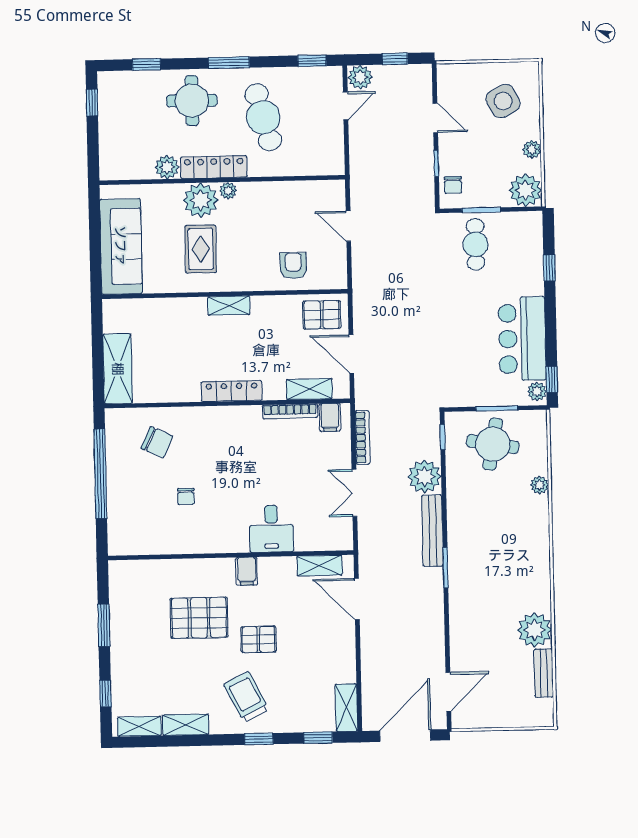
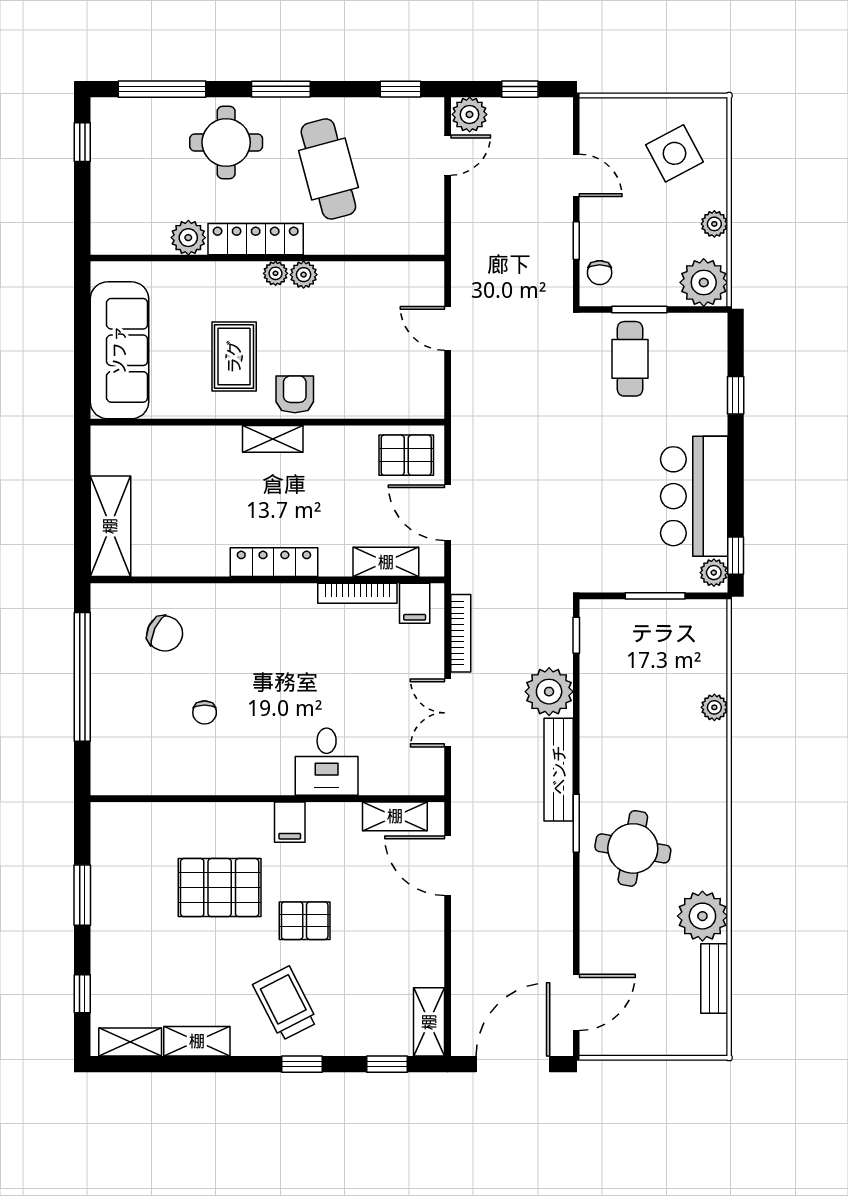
window: (146, 64) -> (162, 89), width x2.17
plant: (201, 200) -> (304, 275), moved, width x0.53, depth x0.53
armchair: (293, 265) -> (295, 394), moved
round table: (493, 444) -> (633, 848), moved

